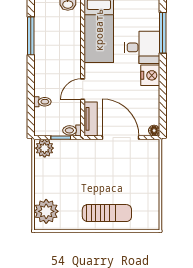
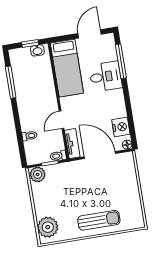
nightstand: (150, 75) -> (121, 127), moved

